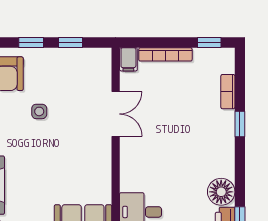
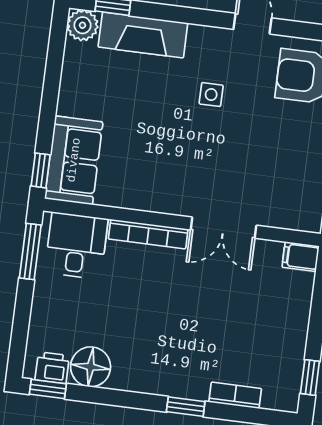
bookcase: (165, 54) -> (148, 234), moved, turned -90
side table: (39, 111) -> (211, 95), moved

